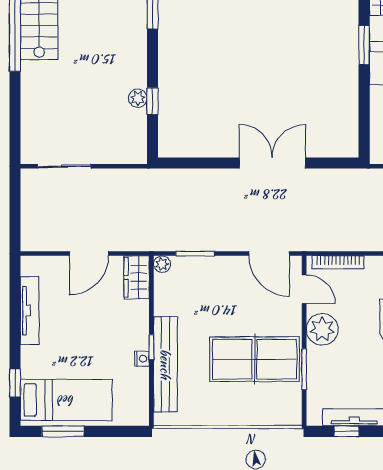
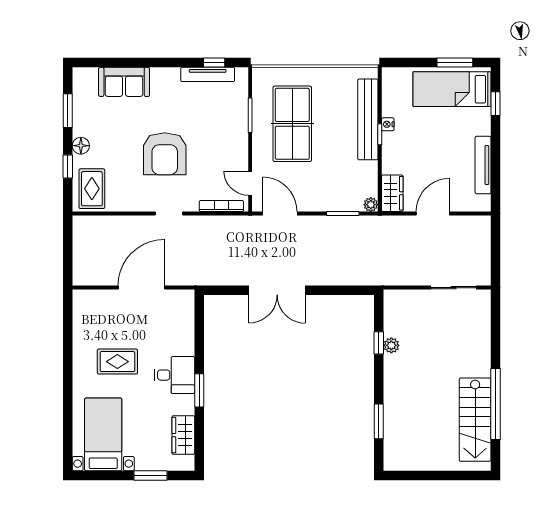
plant: (322, 329) -> (235, 149), removed
table tennis table: (255, 359) -> (292, 124), turned 90

